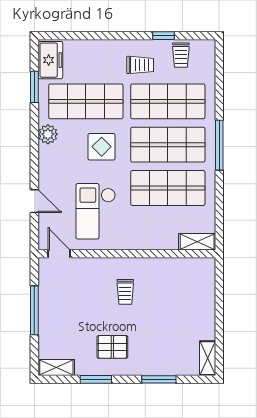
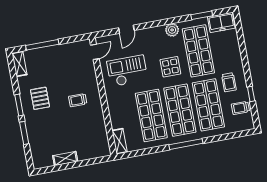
window: (34, 310) -> (42, 45), moved
shelving: (208, 358) -> (65, 159), moved
window: (96, 379) -> (19, 105), moved

